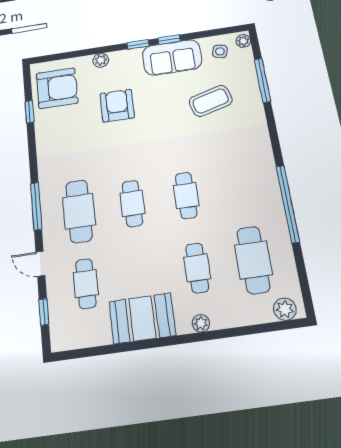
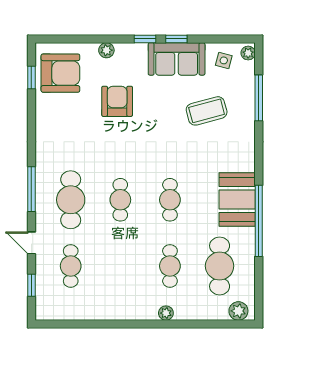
window: (29, 112) -> (31, 78), moved
booth: (142, 318) -> (237, 200), moved, turned 90

